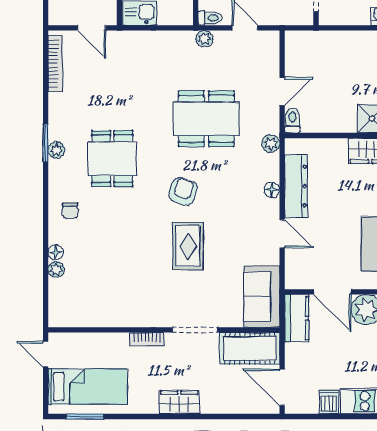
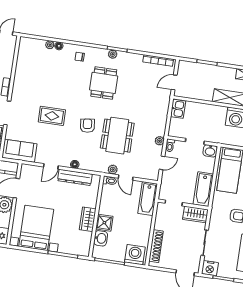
bathtub: (315, 45) -> (148, 199), added
plant: (271, 144) -> (113, 170), moved
dining table: (112, 159) -> (104, 83), turned 90
armchair: (183, 192) -> (87, 126), moved, turned -114

